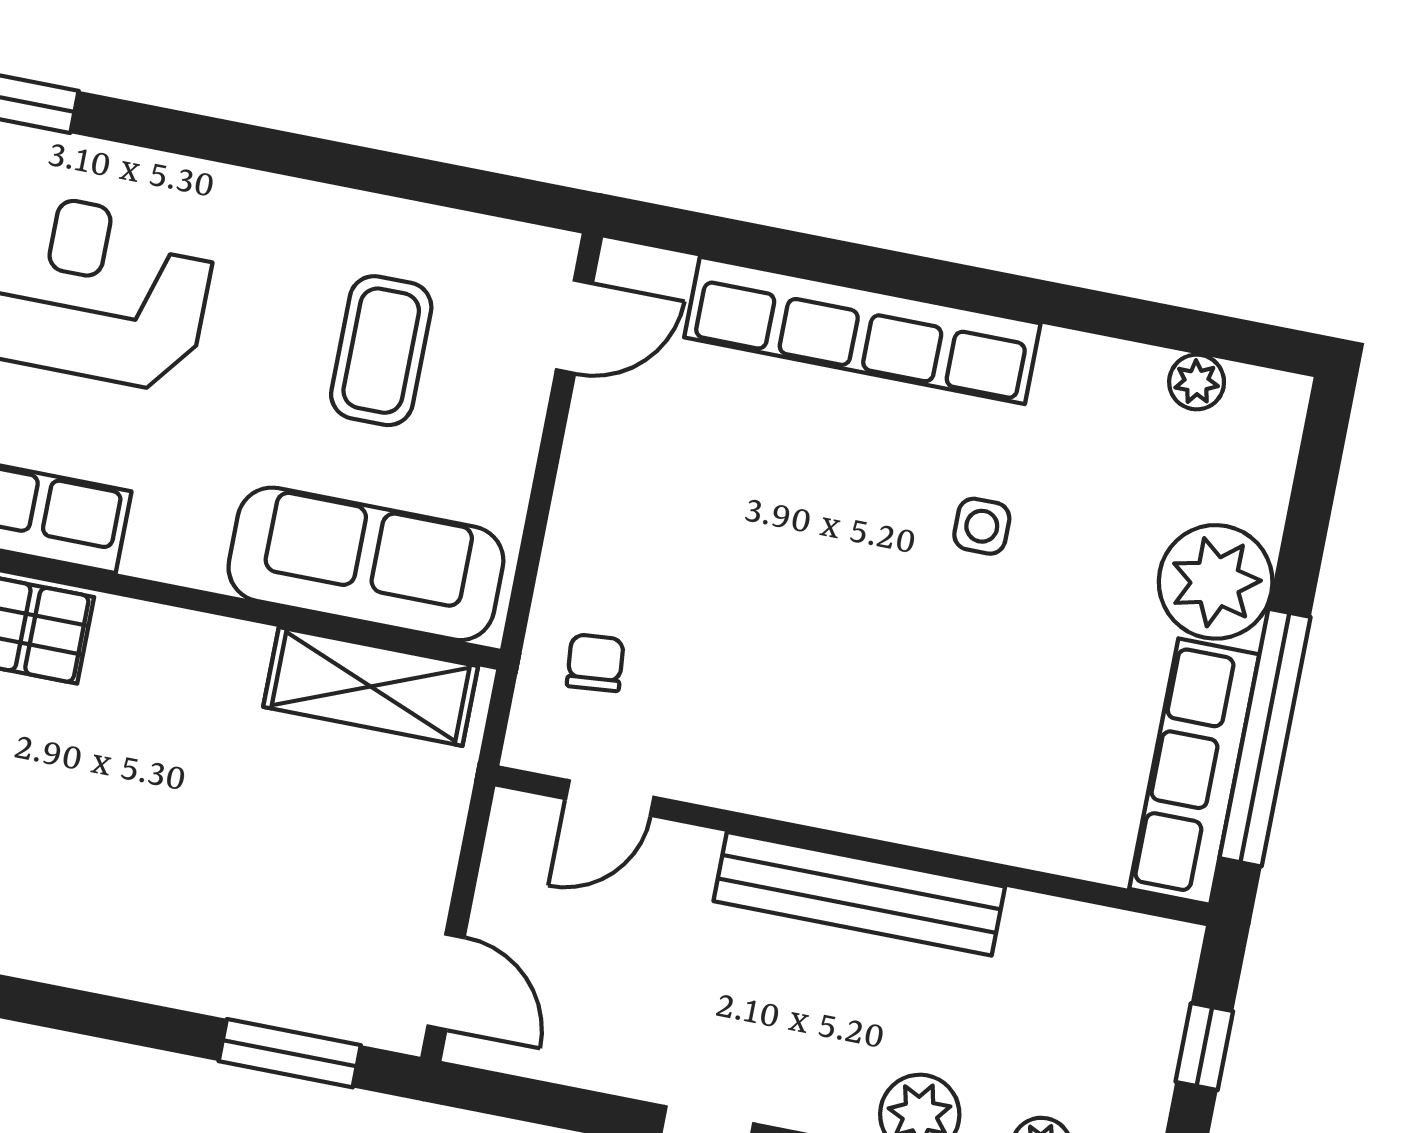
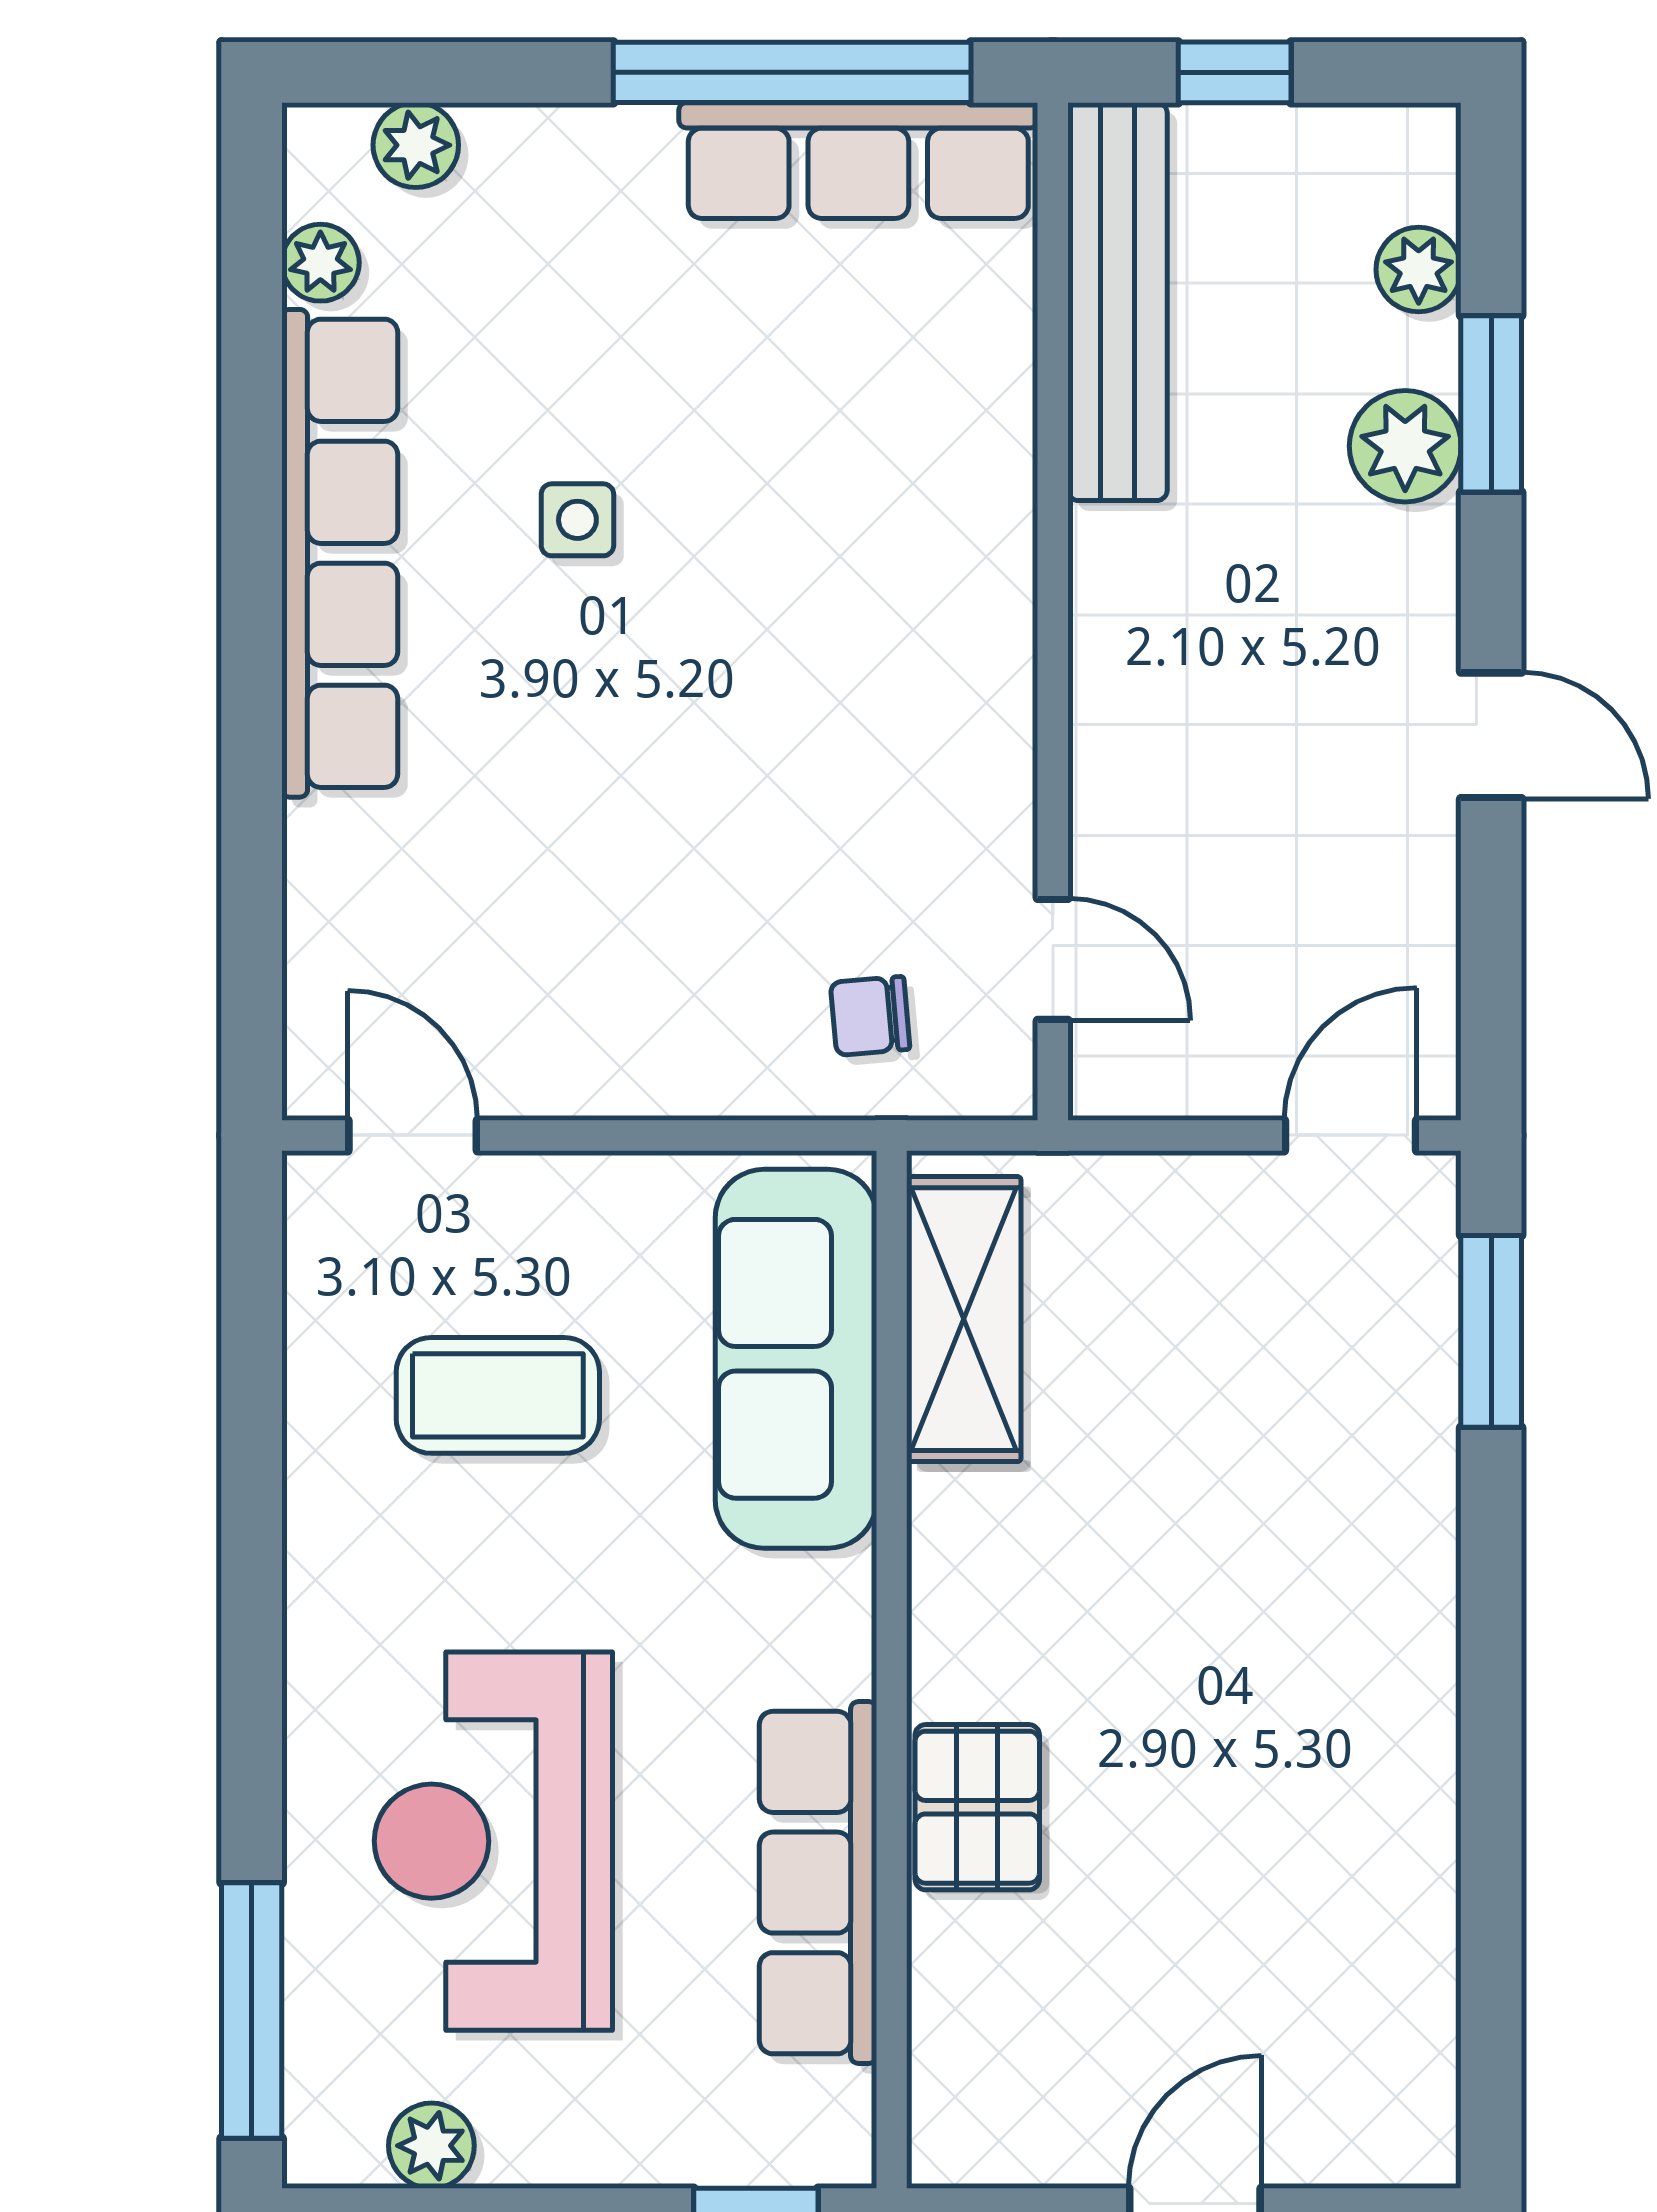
row of seats: (862, 330) -> (340, 553), moved
plant: (1216, 582) -> (416, 145), moved, width x0.53, depth x0.53
bench: (859, 894) -> (1118, 302), moved

